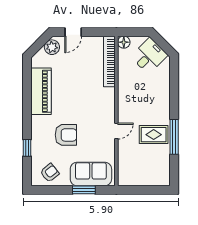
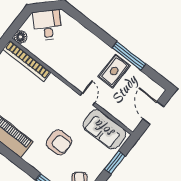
armchair: (66, 135) -> (59, 142), turned 90
sofa: (91, 174) -> (104, 129), moved, turned -90
door: (145, 190) -> (153, 113), added

